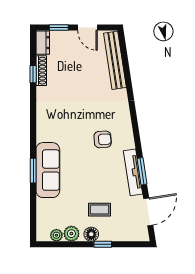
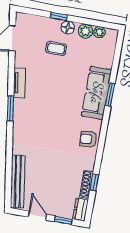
armchair: (103, 139) -> (88, 139), moved
window: (142, 171) -> (10, 108), moved
tv unit: (133, 172) -> (19, 83), width x0.71

